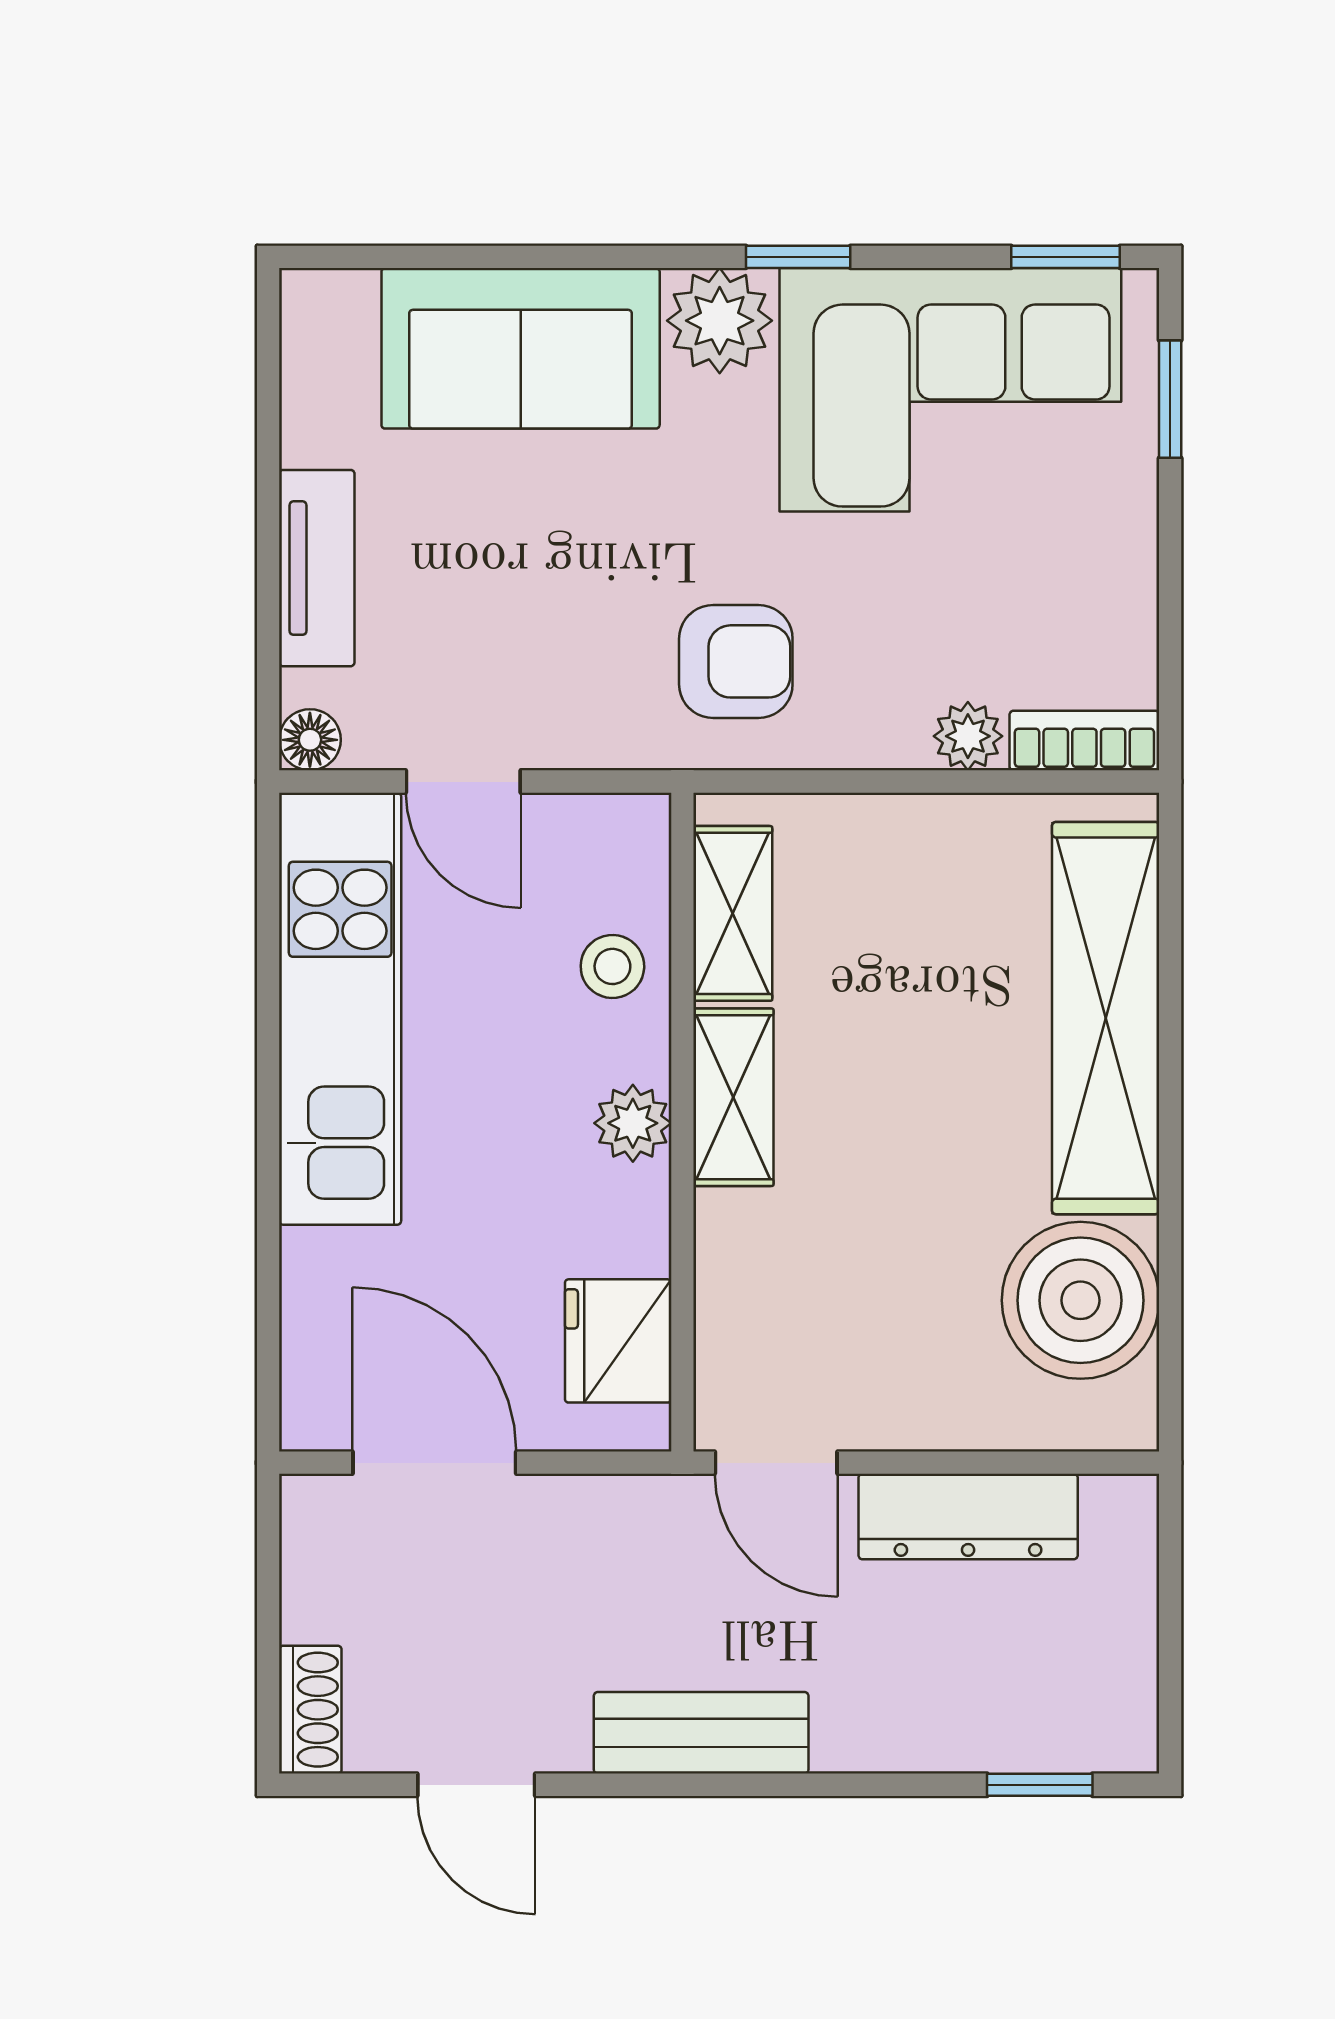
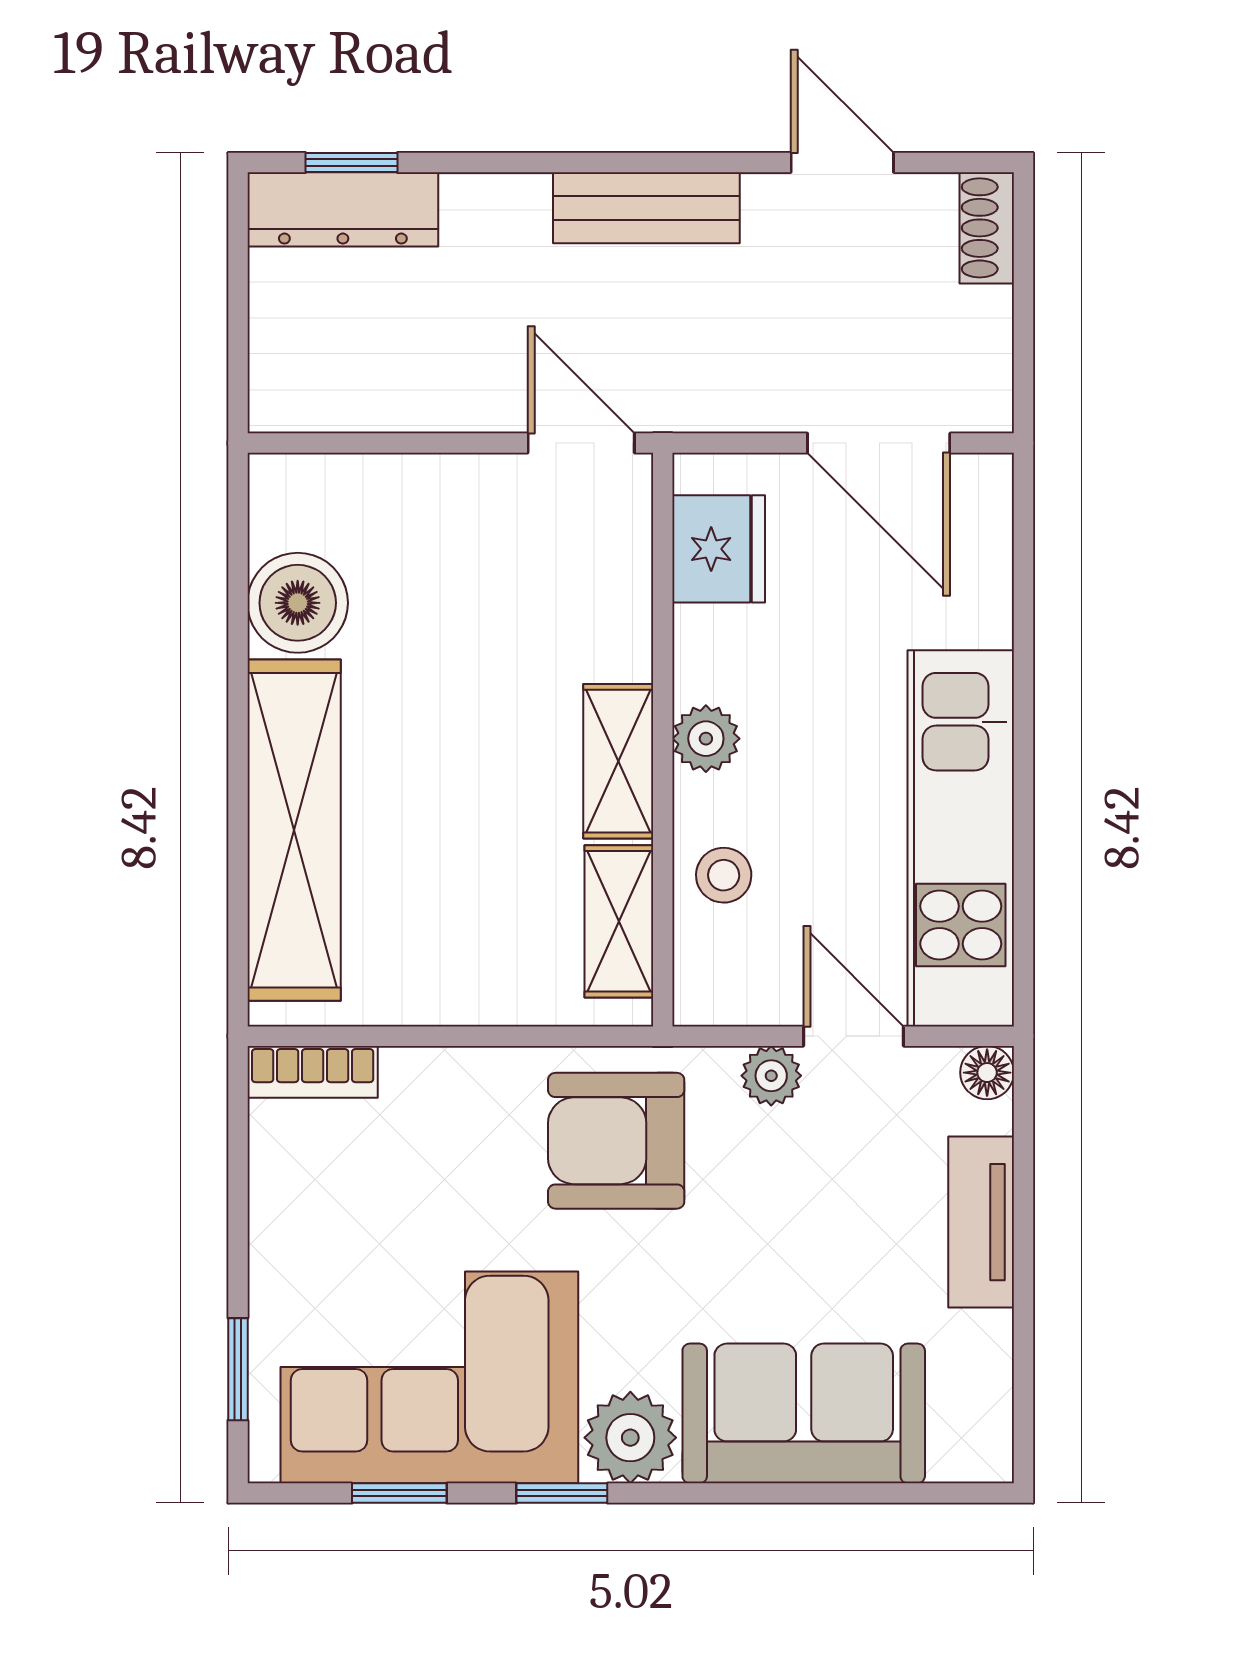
window: (1065, 257) -> (399, 1493), moved
armchair: (736, 661) -> (616, 1141), width x1.38, depth x1.38
plant: (968, 736) -> (771, 1076), moved
boiler: (1080, 1300) -> (298, 603), width x0.73, depth x0.73
dresser: (968, 1517) -> (343, 209), moved, turned 180

